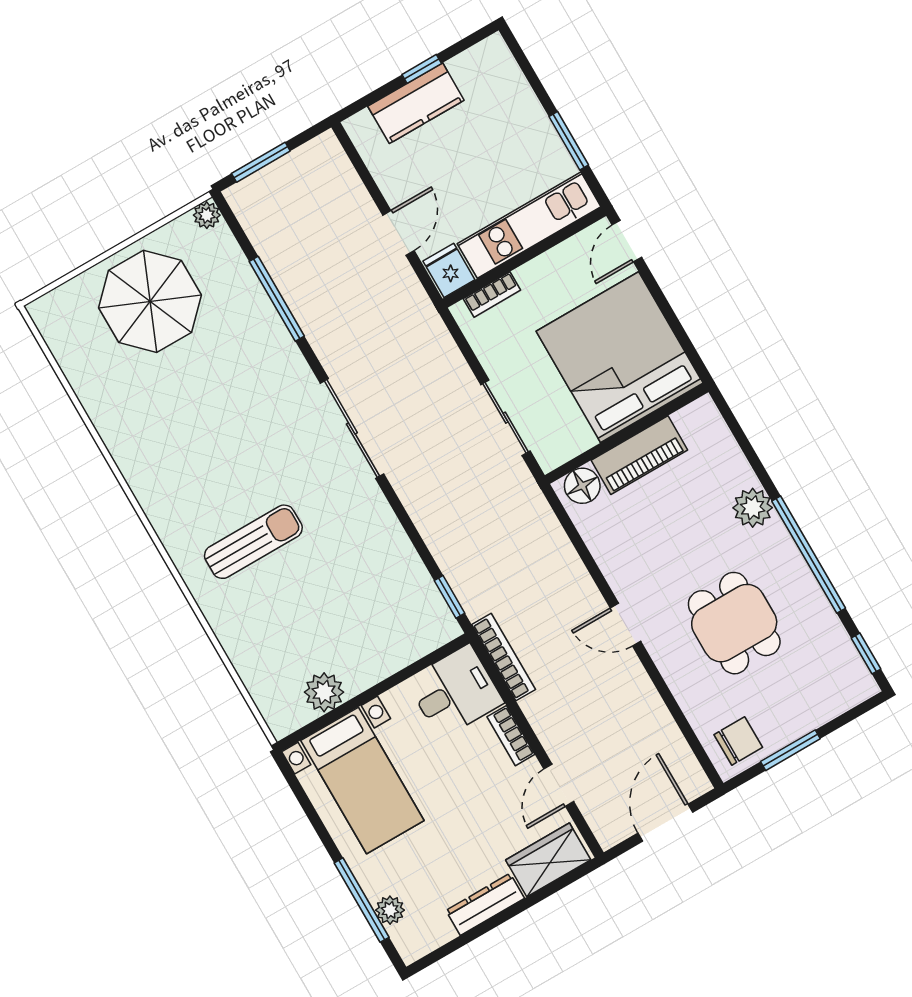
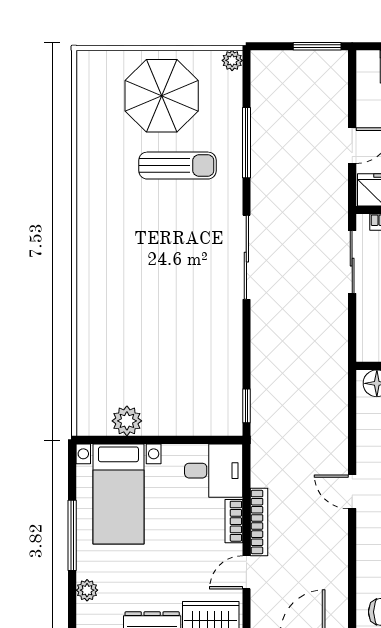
window: (261, 162) -> (317, 46), moved
sliding door: (506, 418) -> (352, 262), moved
sun lounger: (253, 542) -> (177, 166), moved
bookcase: (504, 657) -> (259, 522), moved
window: (362, 900) -> (72, 535), moved

